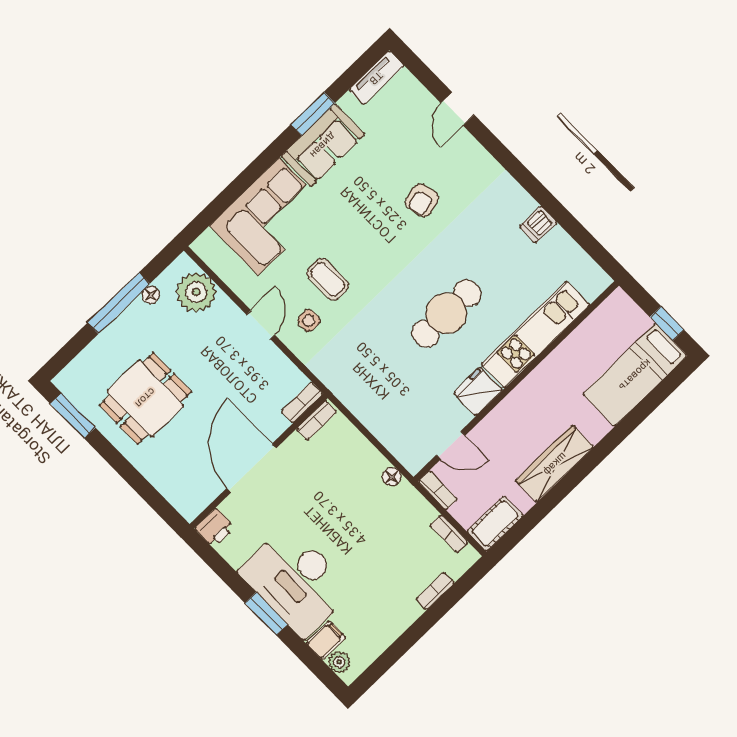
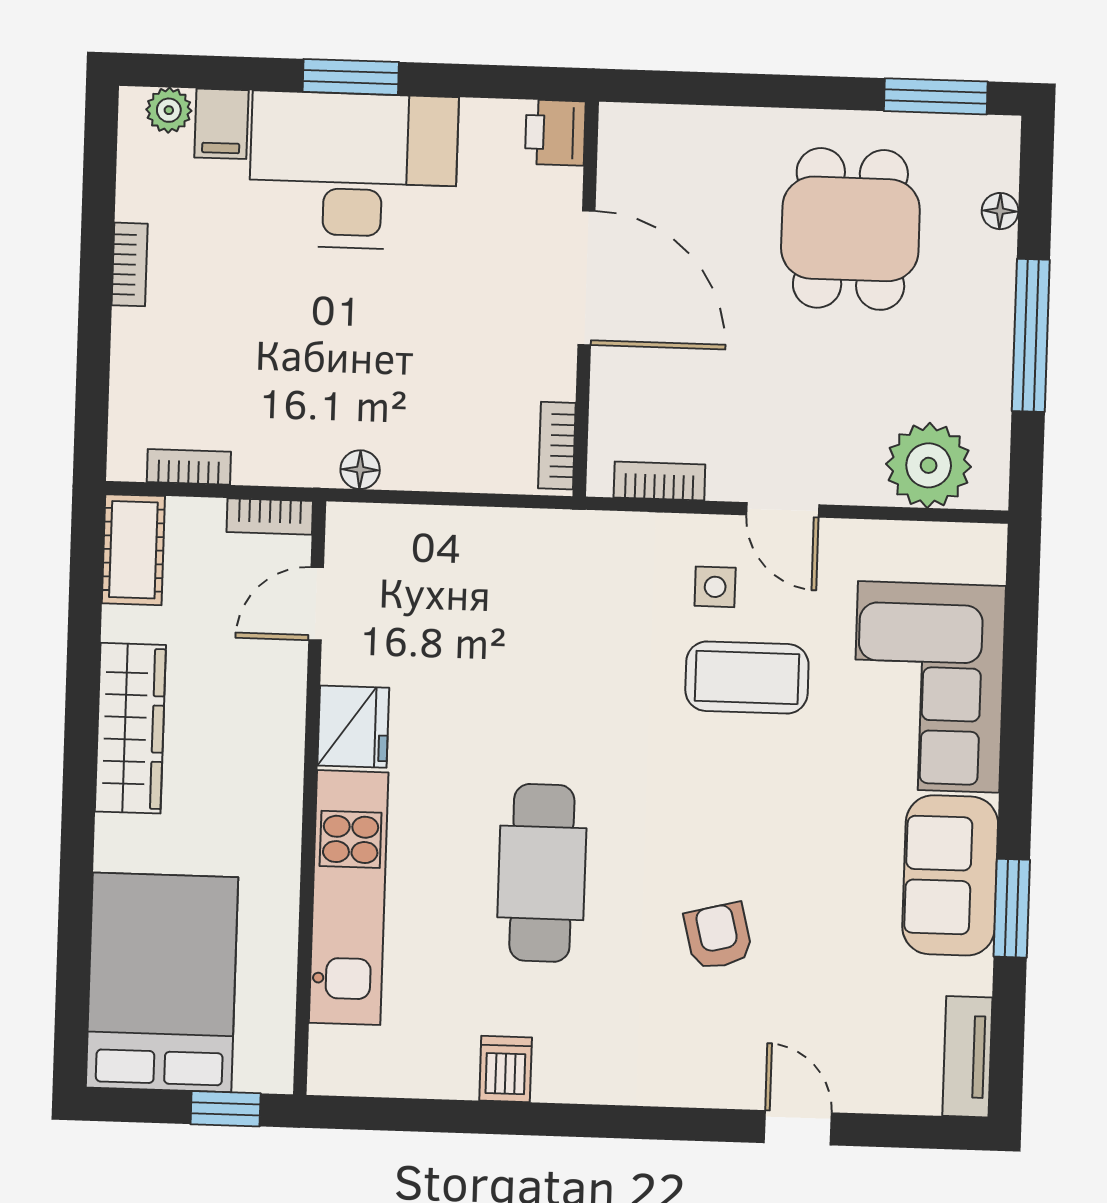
coffee table: (328, 279) -> (747, 678), width x1.36, depth x1.30
floor lamp: (151, 295) -> (1000, 211), moved
cafe table: (446, 313) -> (542, 873), moved
window: (667, 323) -> (226, 1109), moved
bed: (635, 375) -> (162, 982), width x1.50
bookcase: (302, 402) -> (659, 481), moved, turned -90
bookcase: (435, 591) -> (130, 264), moved

